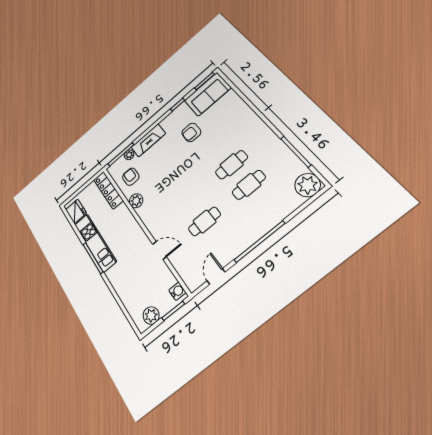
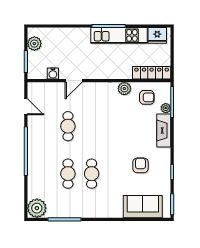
sofa: (208, 94) -> (143, 207), moved, turned 90
water cooler: (177, 291) -> (53, 74), moved

